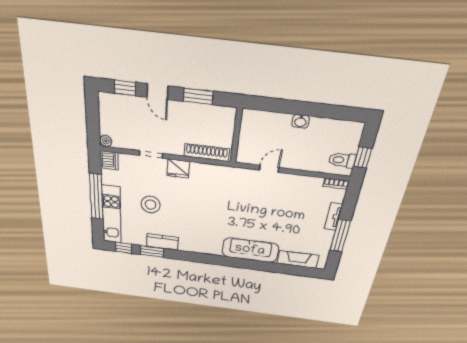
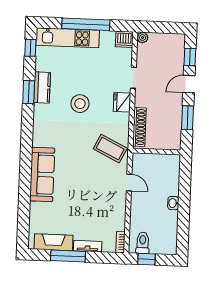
coffee table: (229, 185) -> (110, 149), added
stool: (151, 205) -> (80, 104), moved
window: (152, 251) -> (29, 92), moved
fireplace: (298, 259) -> (53, 242), moved, turned -90

